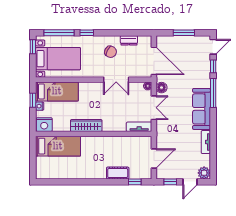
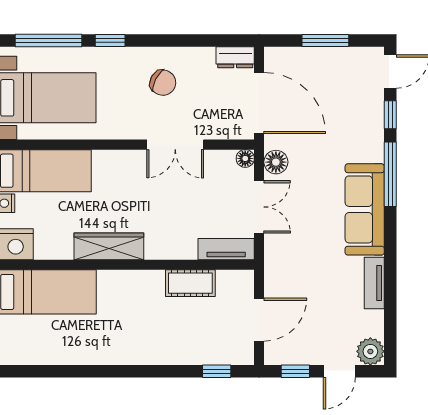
dresser: (129, 40) -> (235, 57), moved
cot: (118, 173) -> (190, 283), moved

